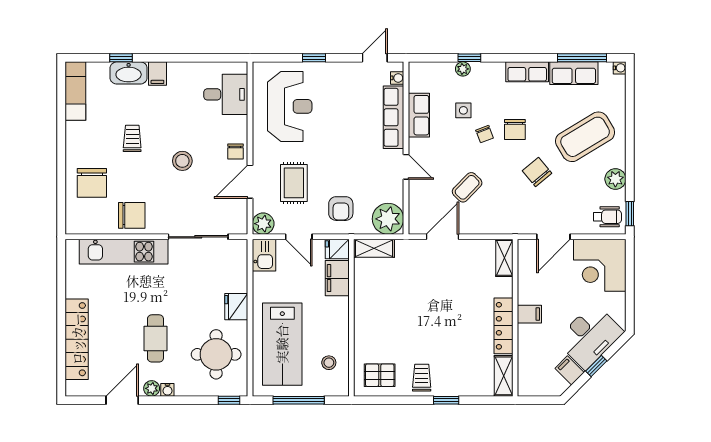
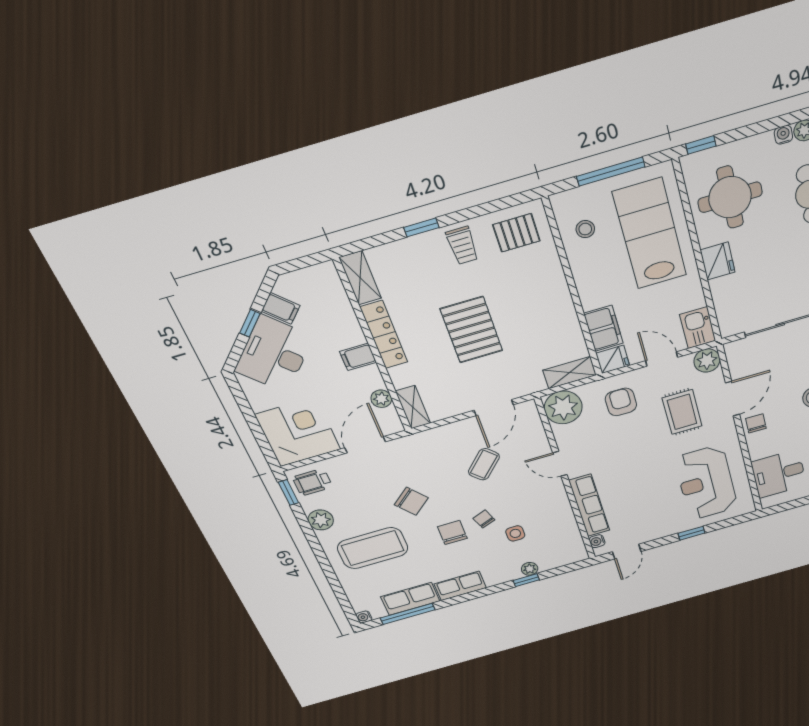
row of seats: (419, 115) -> (562, 515), removed
coffee table: (585, 137) -> (373, 548), turned 31
plant: (526, 273) -> (381, 399), added
pallet: (437, 309) -> (472, 330), added

